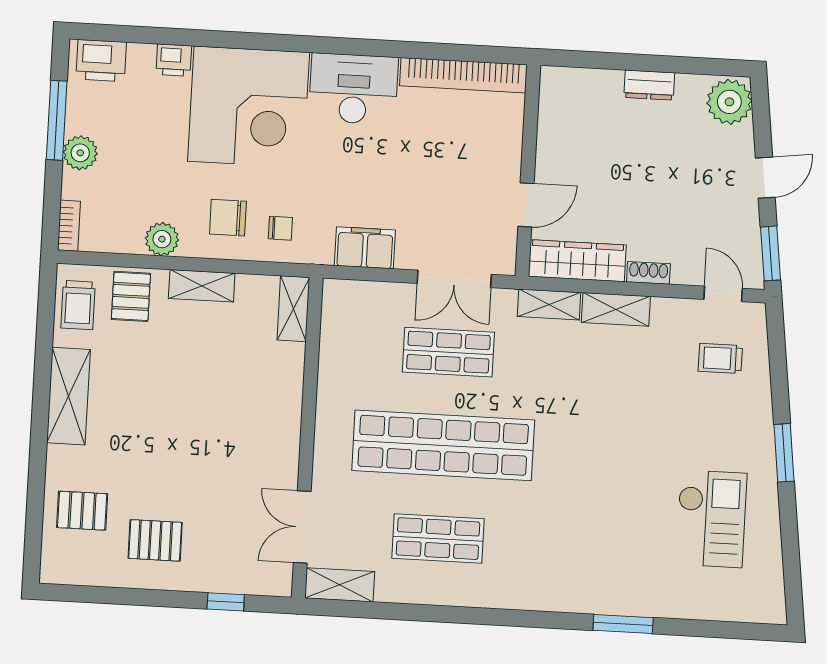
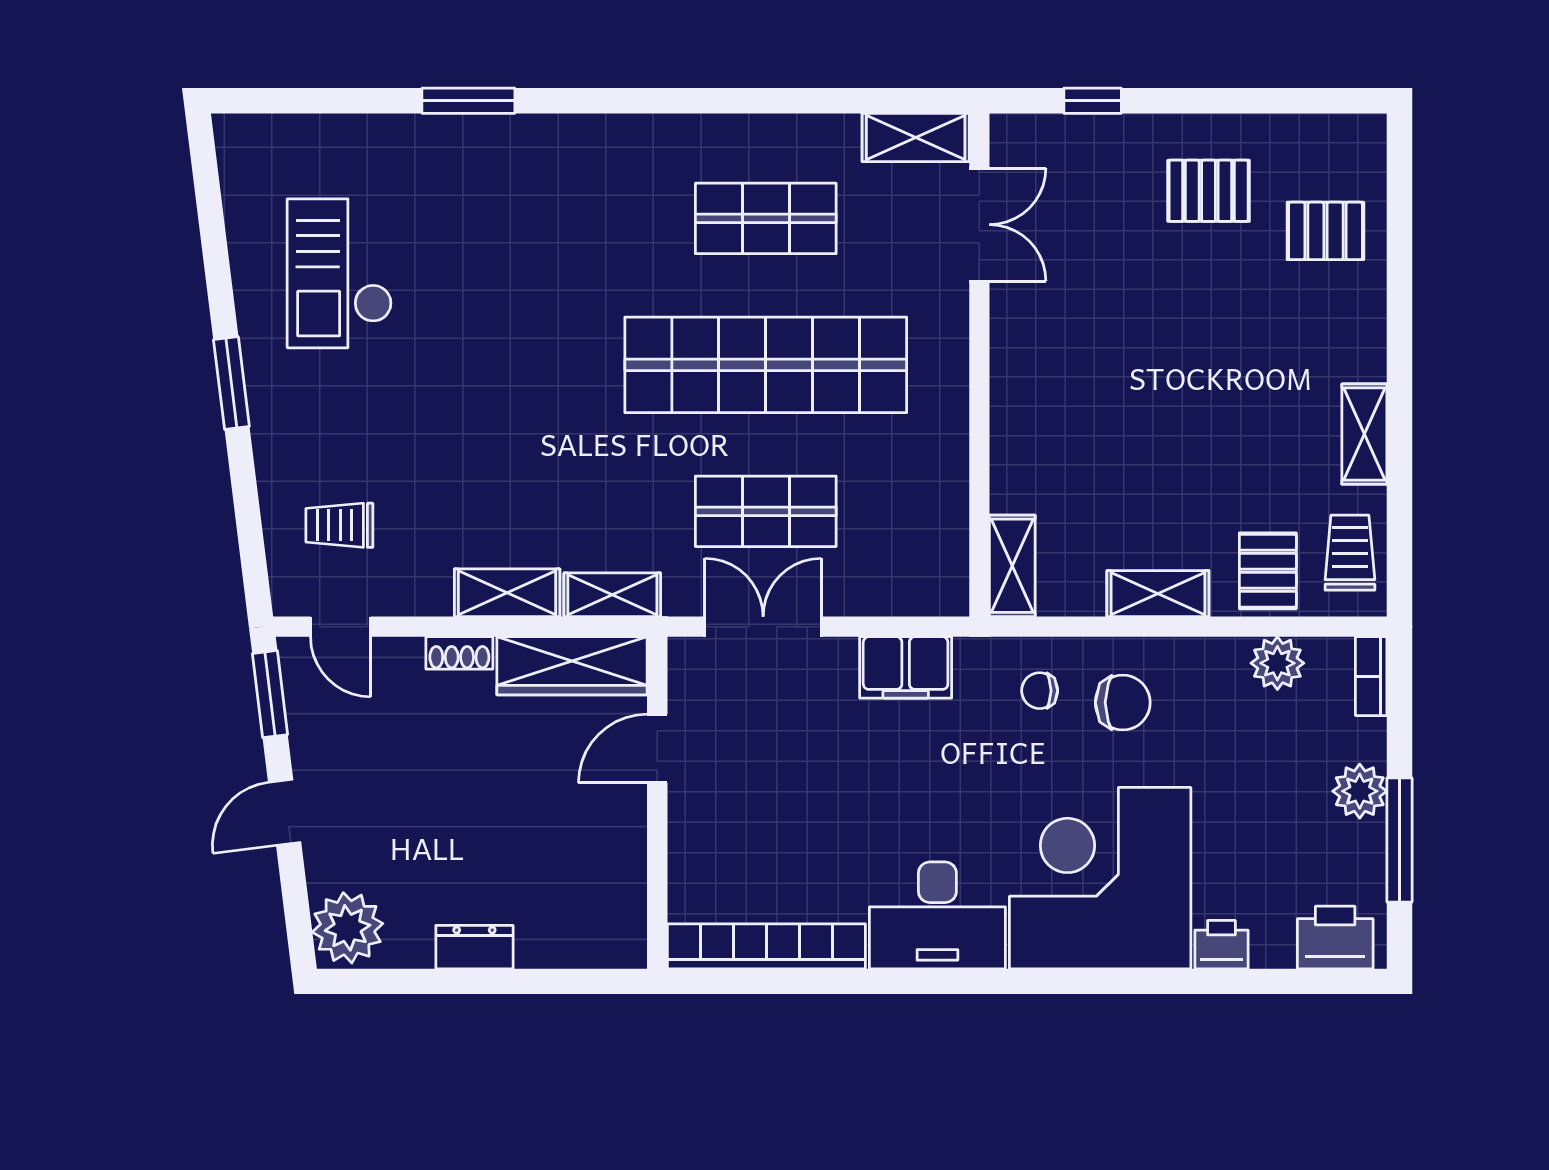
plant: (162, 239) -> (1277, 663), moved
trolley: (720, 358) -> (339, 525), turned 180
shelving: (68, 396) -> (1364, 434), width x0.67, depth x0.75

